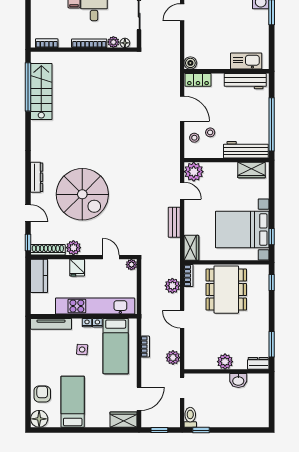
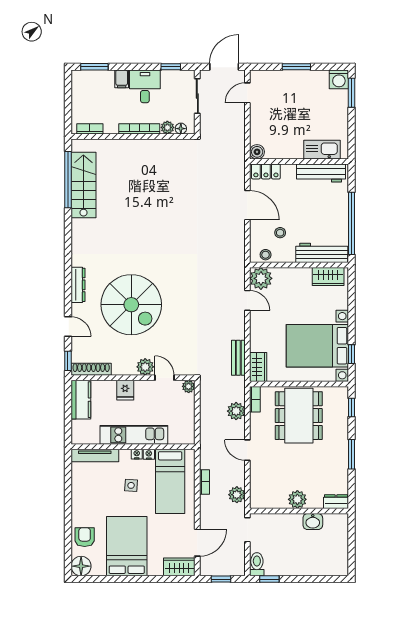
stool: (194, 138) -> (266, 255), moved
bench: (174, 222) -> (238, 358), moved
plant: (73, 248) -> (145, 367), moved
kitchen unit: (95, 306) -> (134, 435), width x0.73
window: (272, 344) -> (352, 454), moved
bed: (73, 402) -> (127, 546), width x1.50

